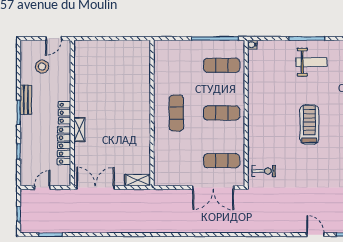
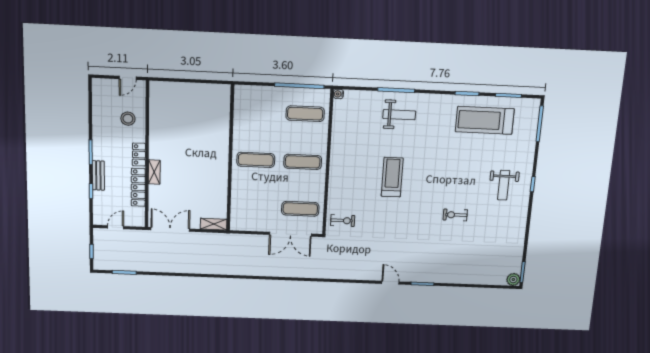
stool: (42, 66) -> (128, 119), moved
bench: (26, 100) -> (98, 175), moved
exercise mat: (176, 113) -> (256, 160), turned 90

